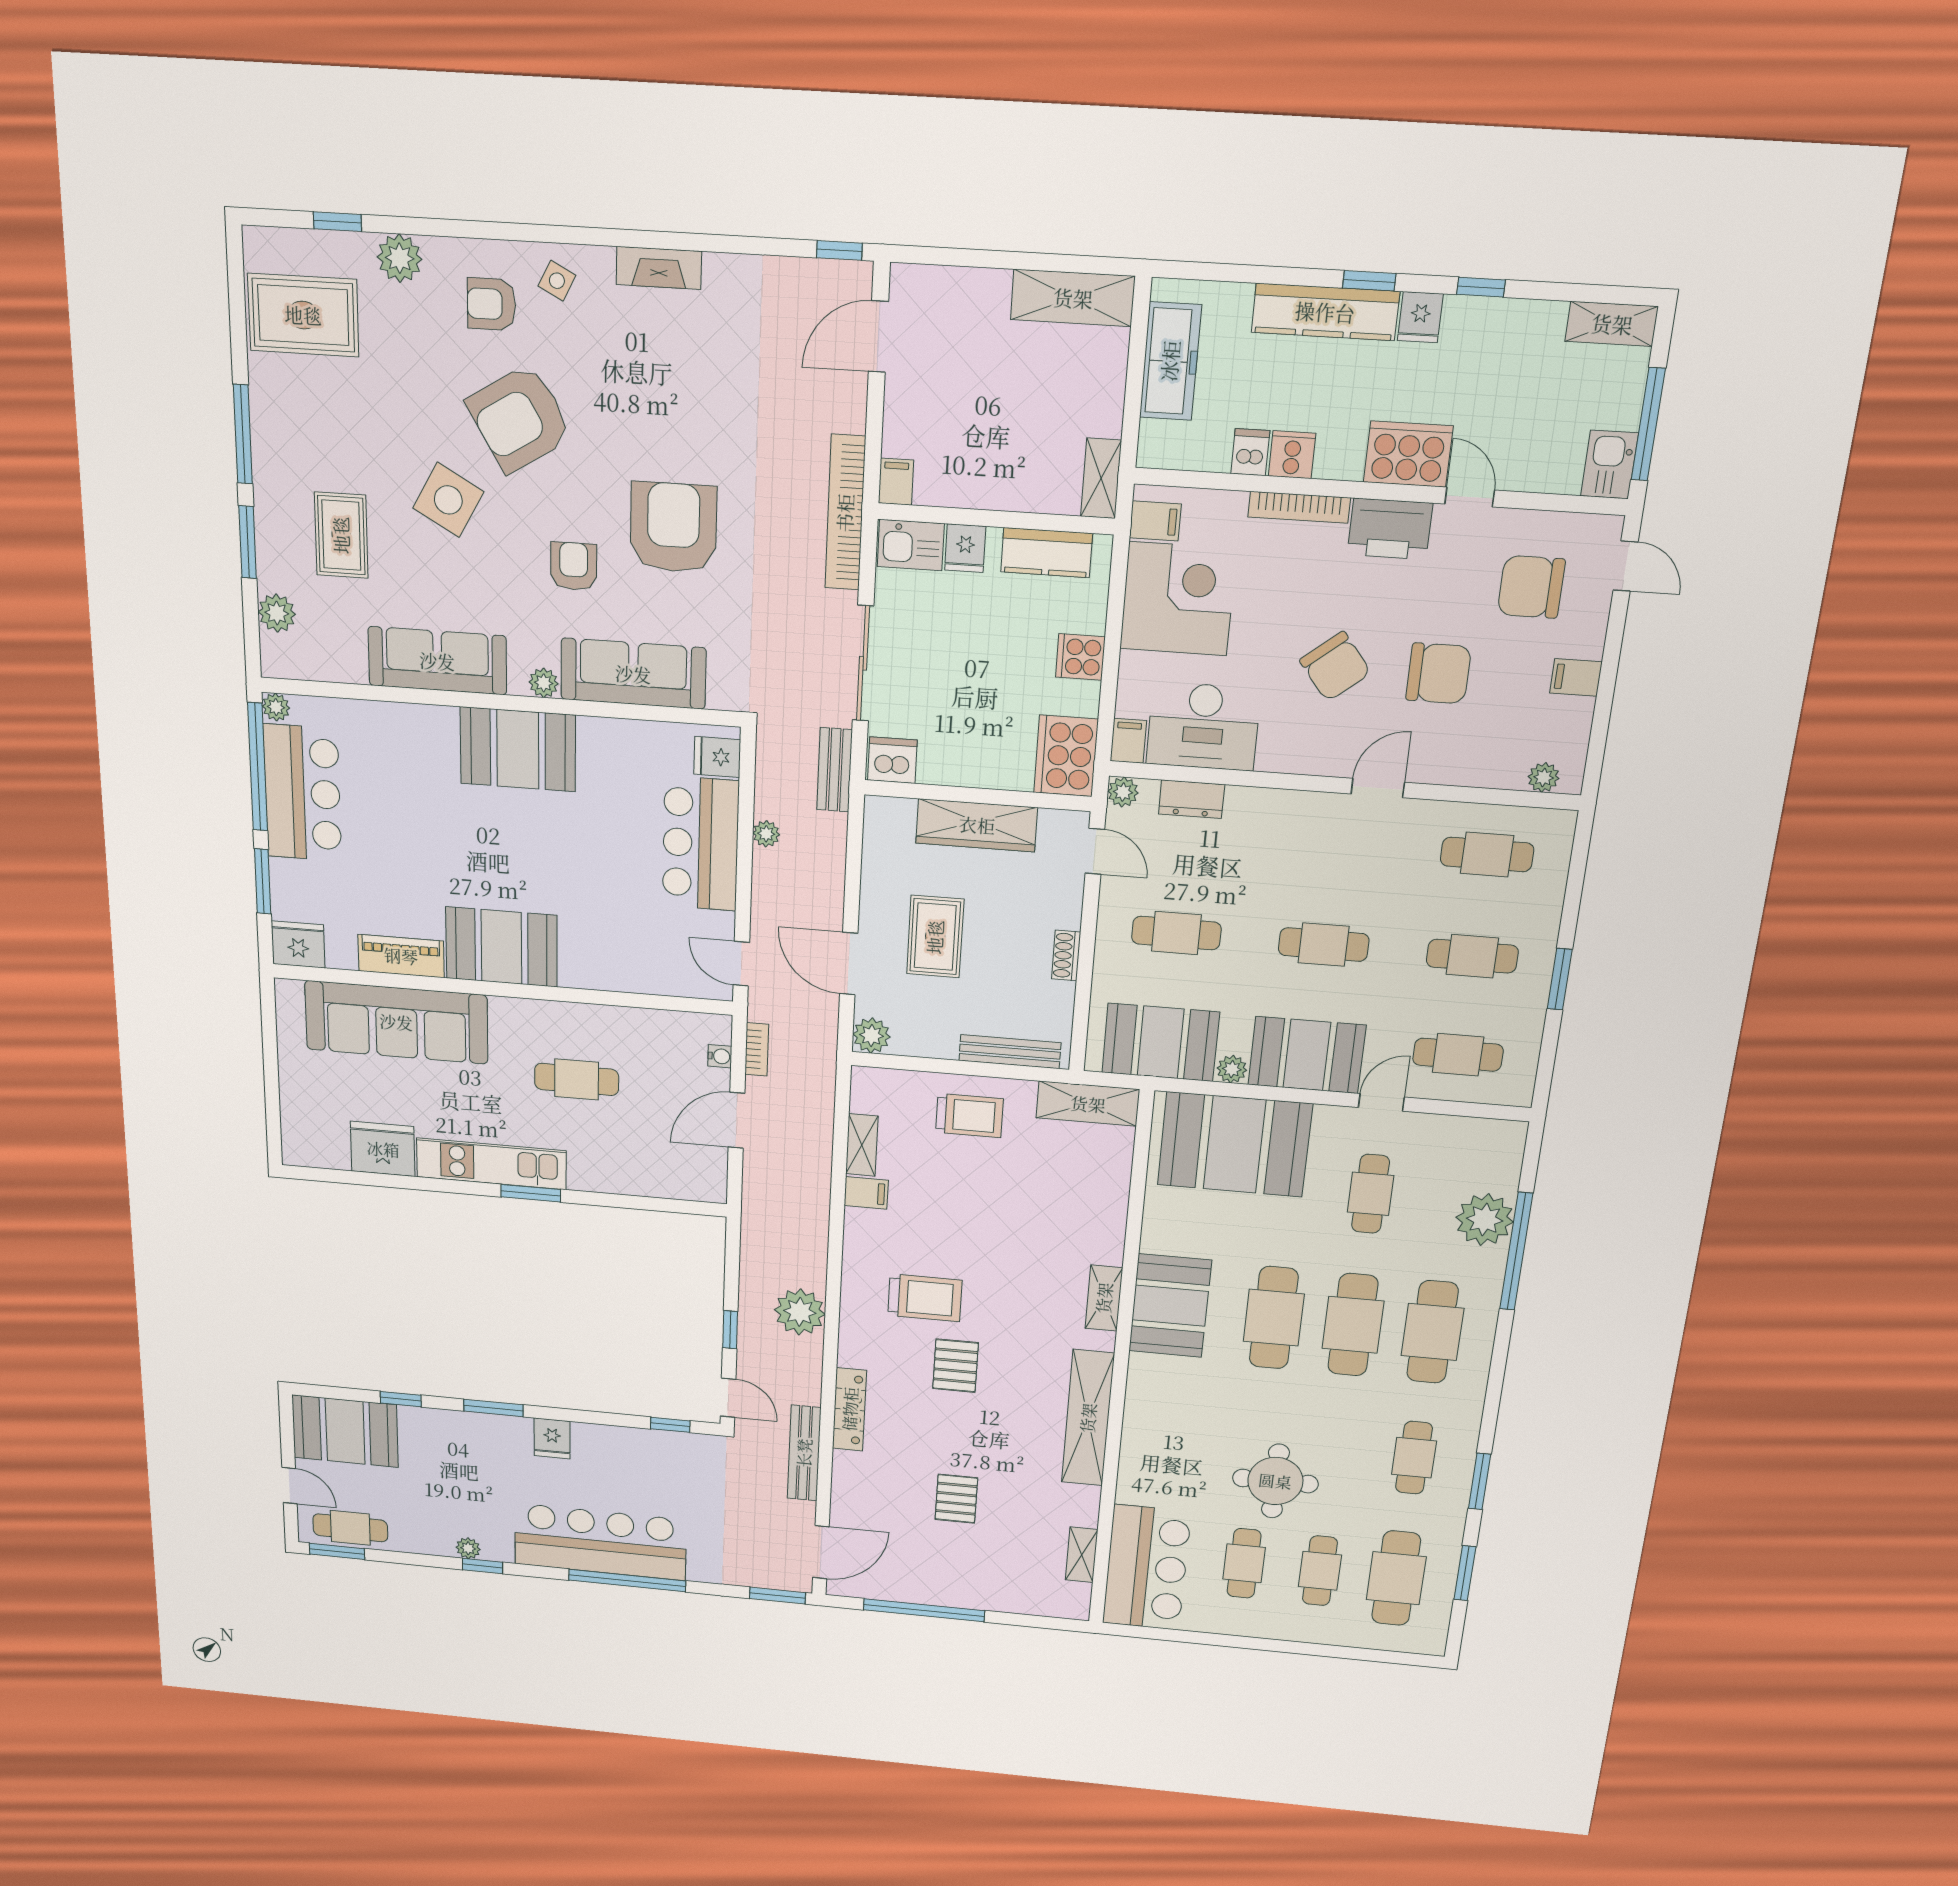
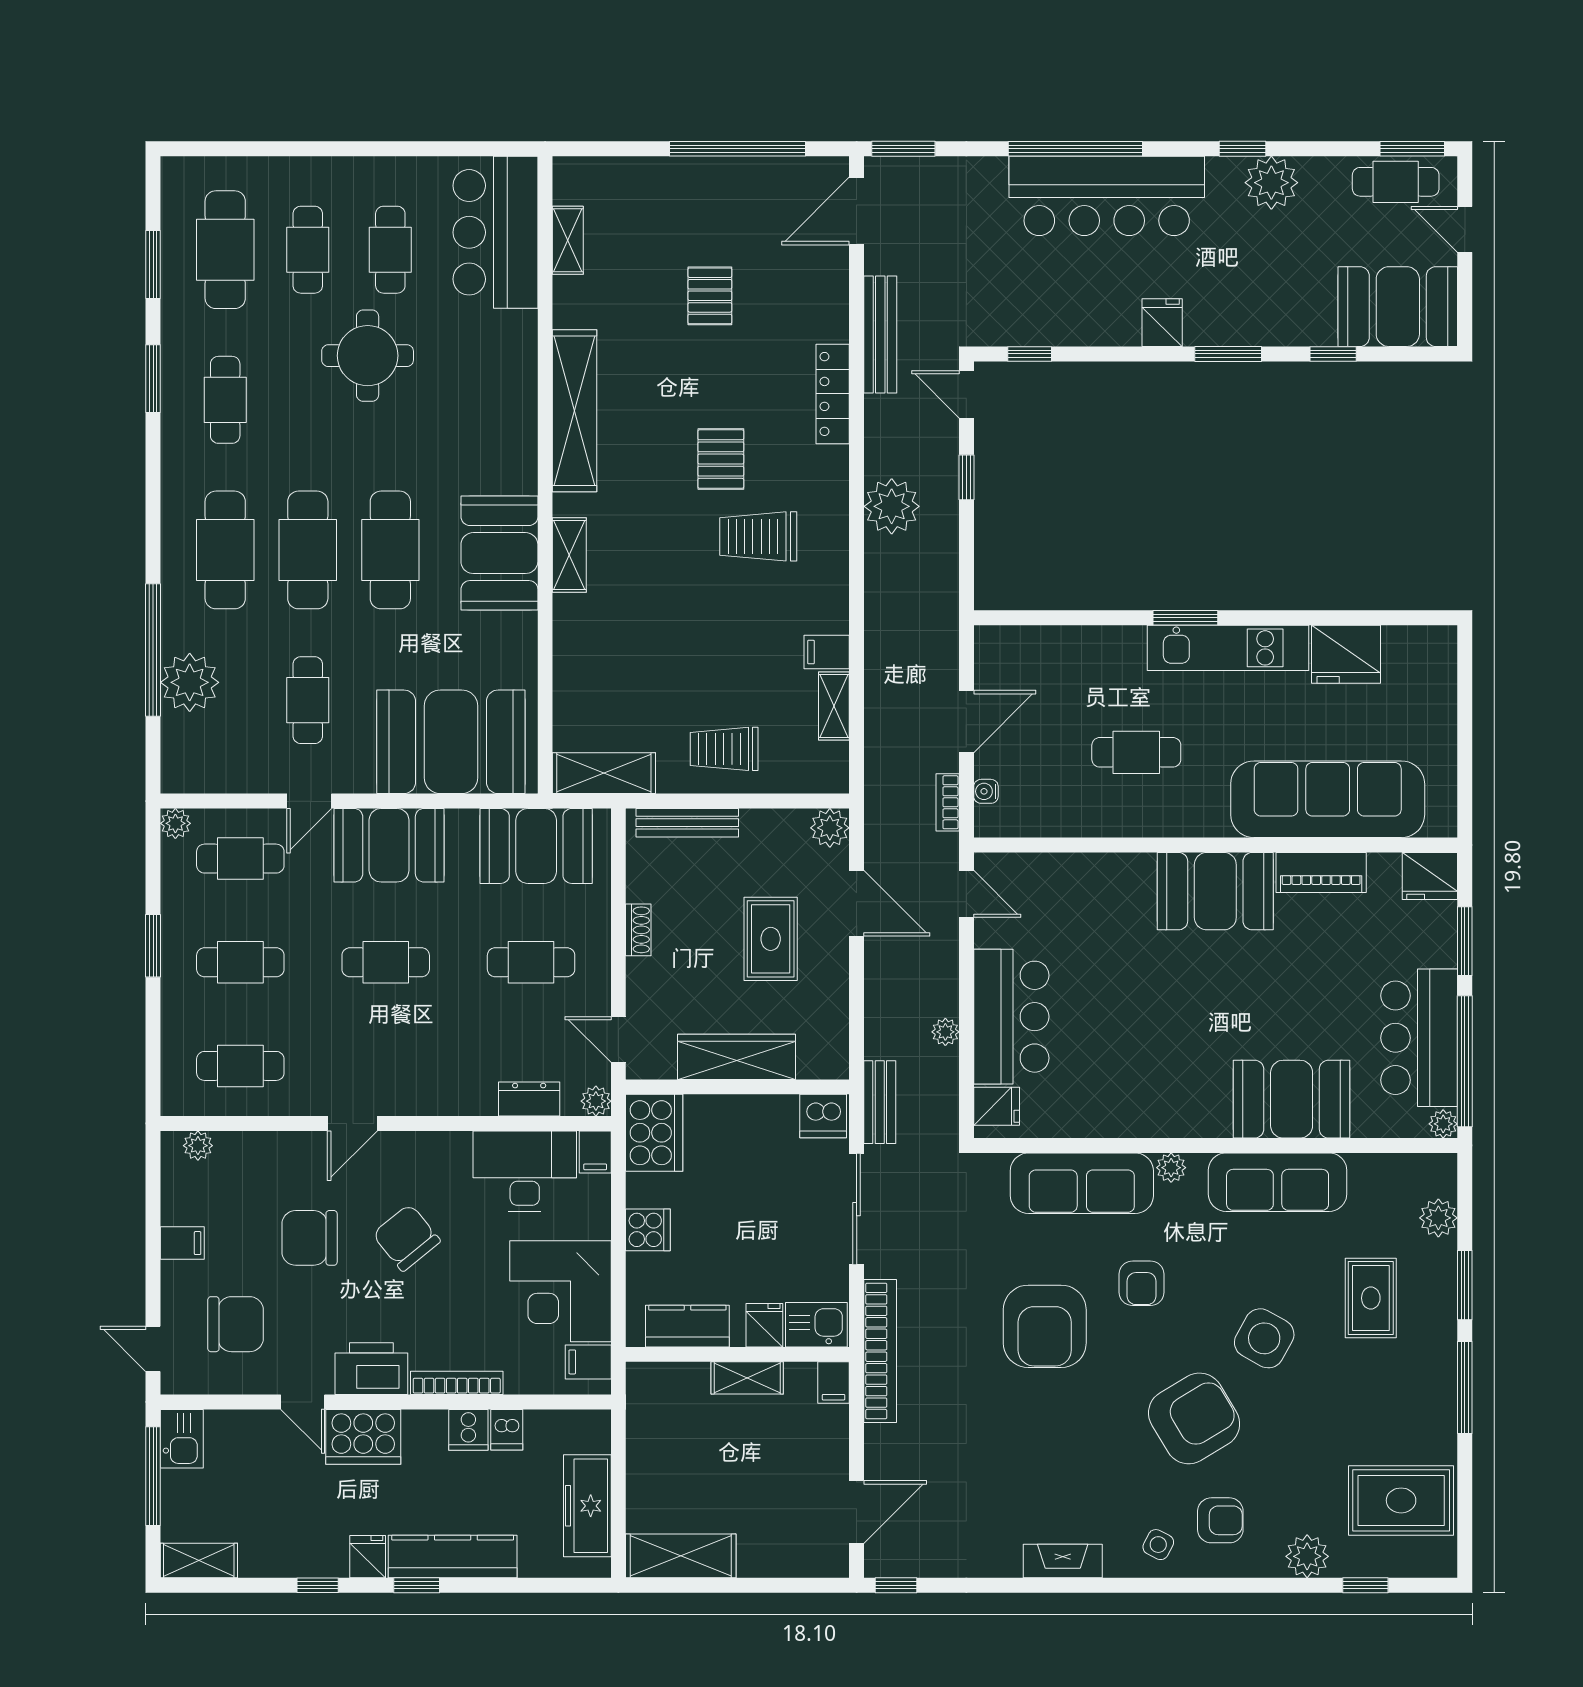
shelving: (1101, 478) -> (747, 1378), moved, turned 90
booth: (518, 749) -> (1292, 1099), moved
plant: (1232, 1069) -> (175, 823), moved
plant: (468, 1548) -> (1271, 183), width x1.88, depth x1.88

